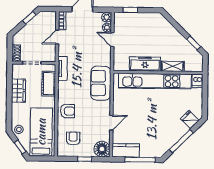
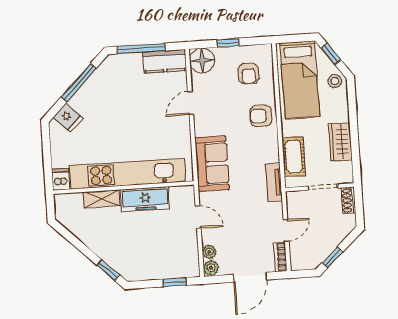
door: (112, 40) -> (198, 217), moved
window: (194, 43) -> (108, 270), moved

